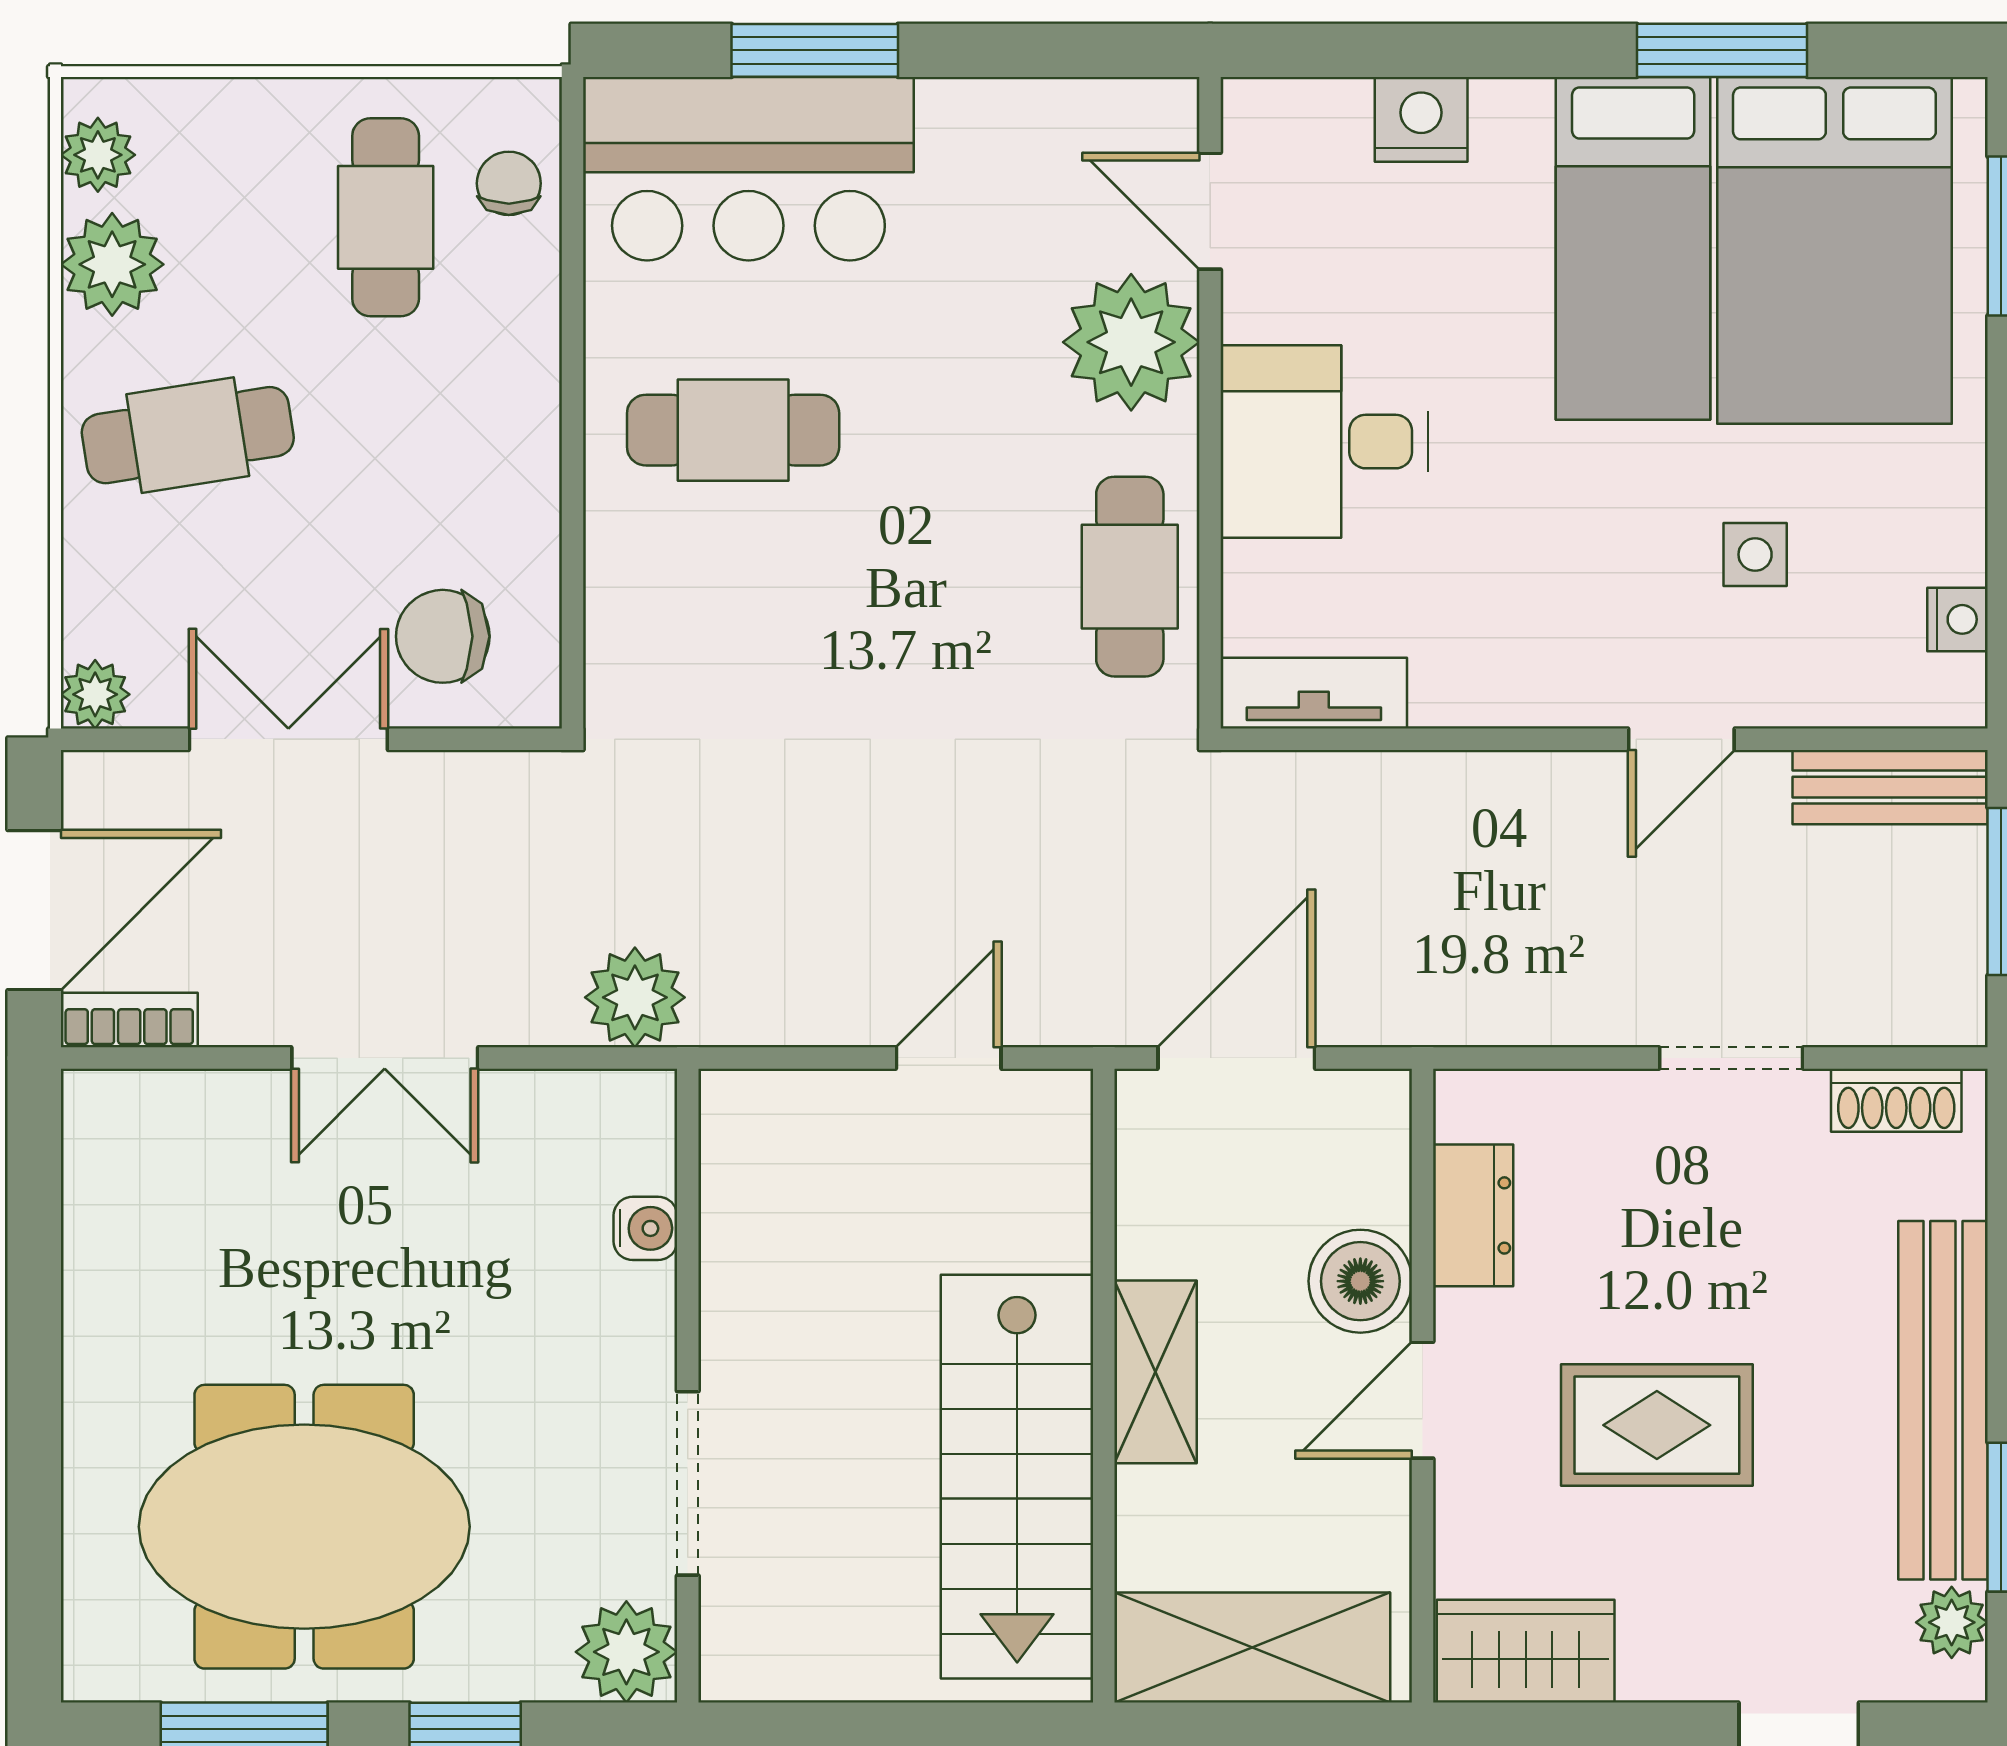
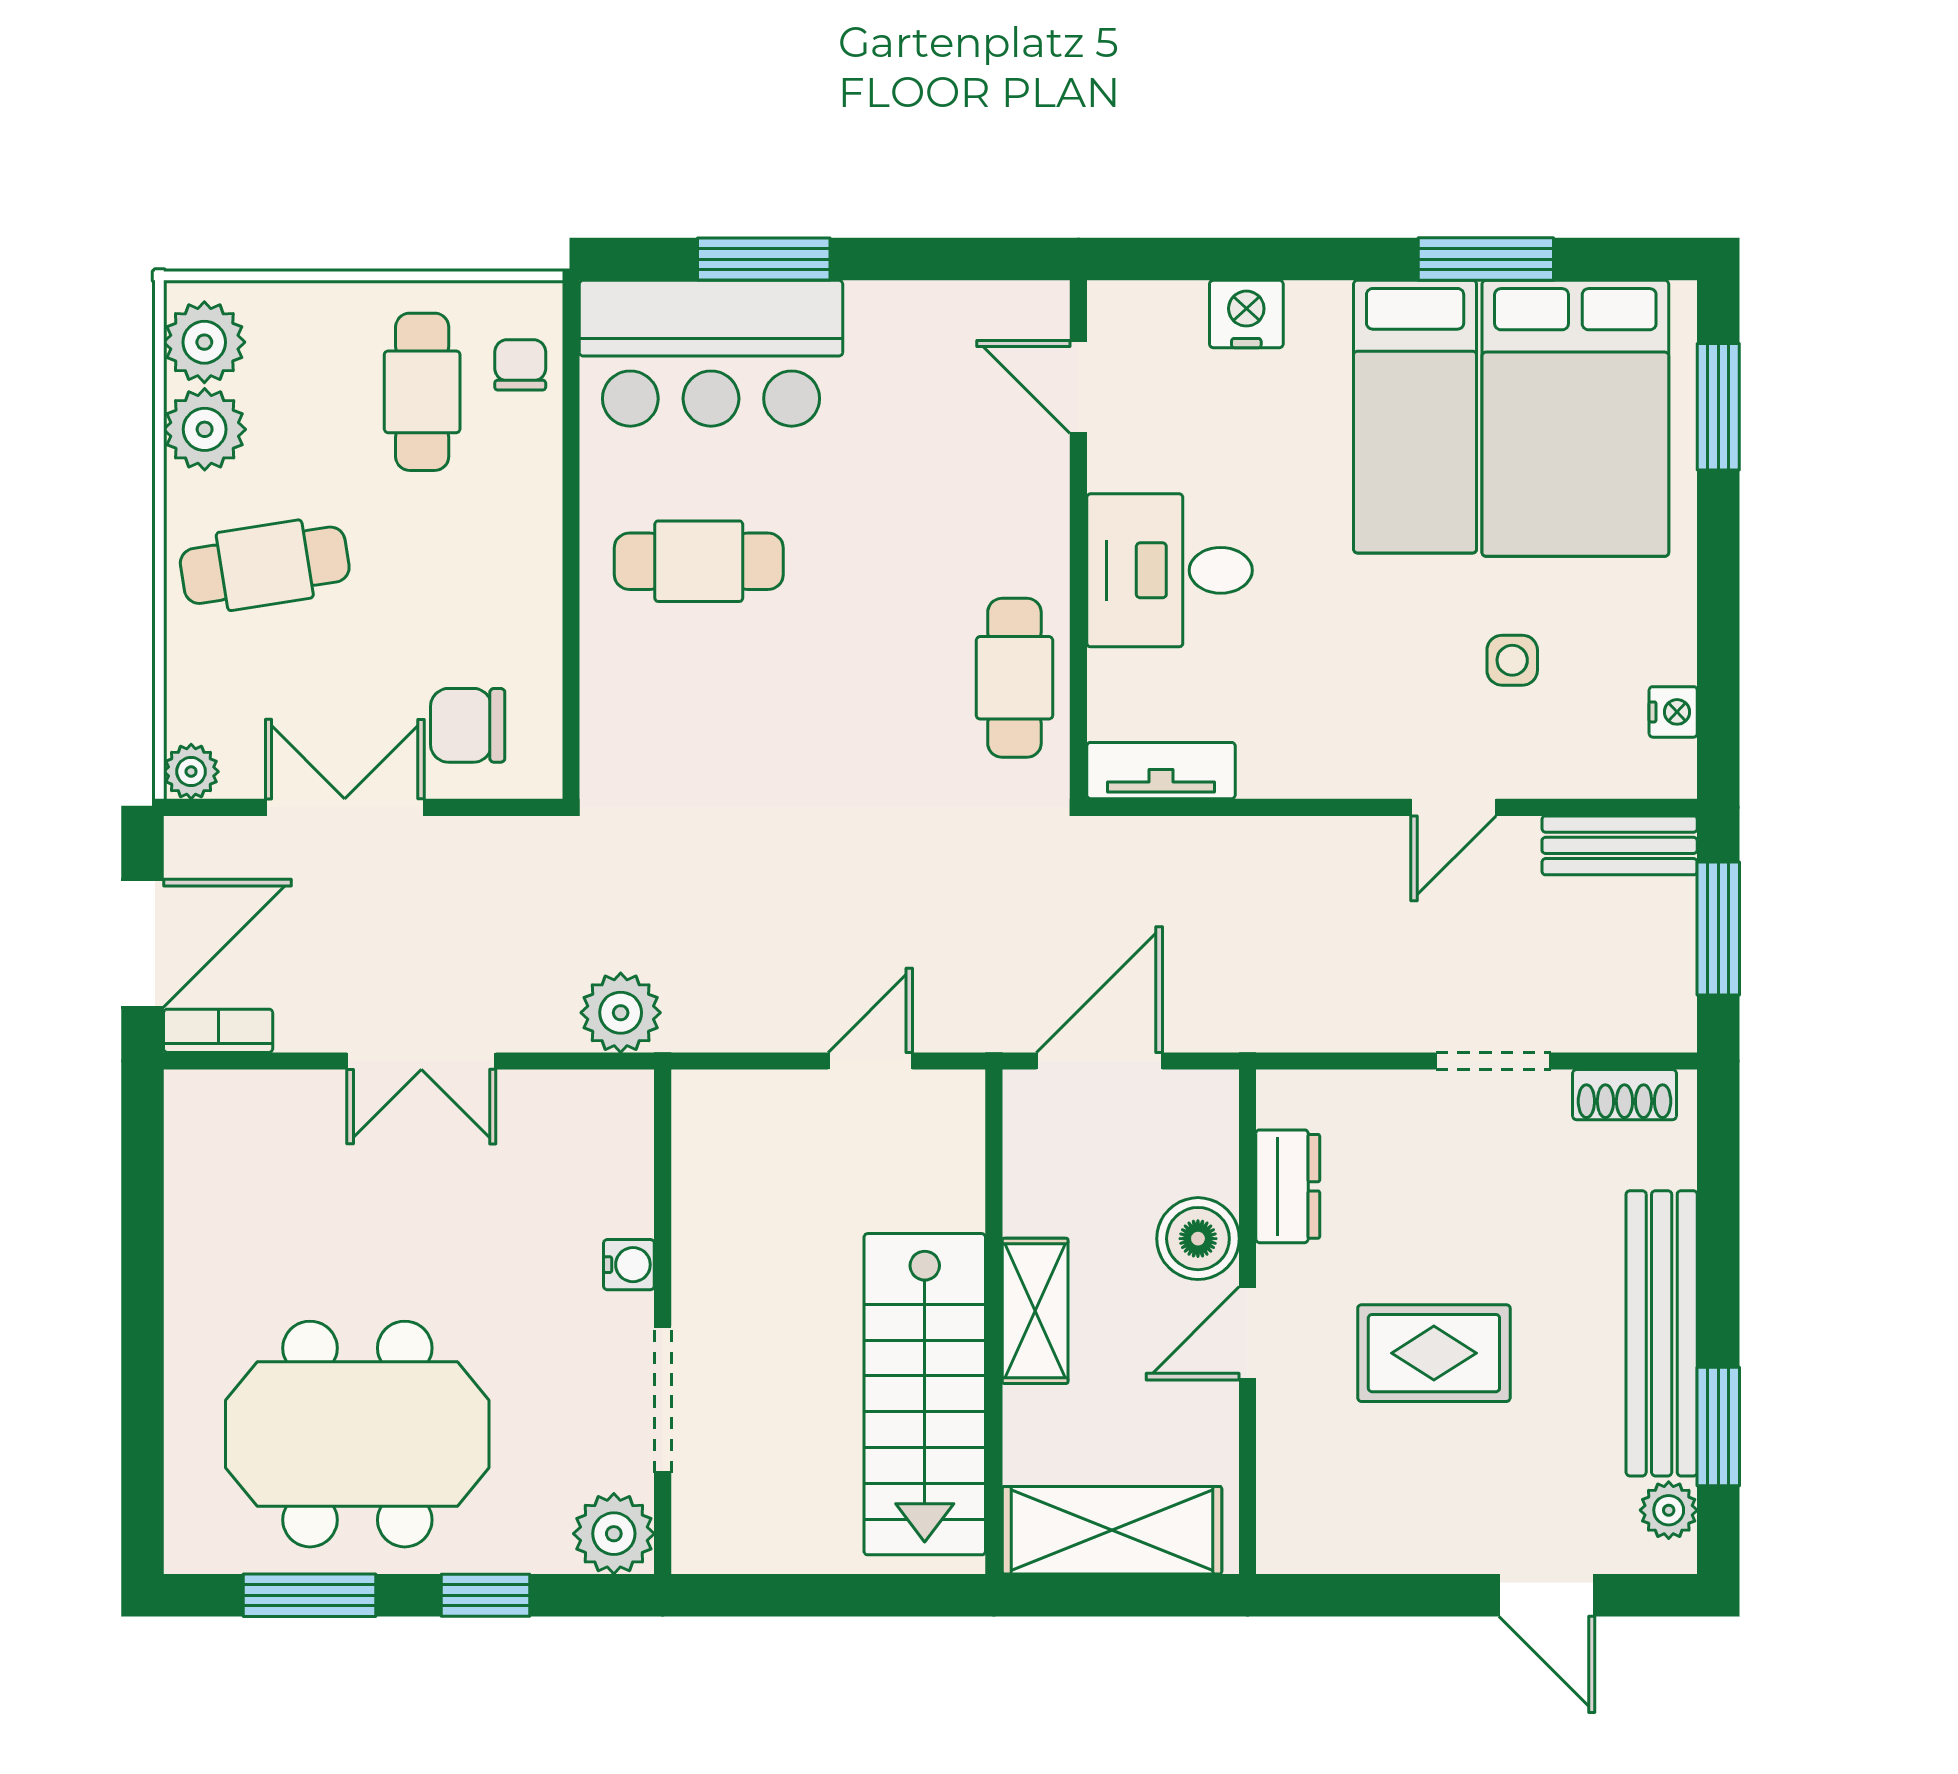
plant: (98, 155) -> (204, 342), width x1.38, depth x1.38
plant: (1131, 342) -> (1016, 491), removed
water cooler: (645, 1228) -> (629, 1265), moved
wardrobe: (1526, 1651) -> (1330, 1533), removed

